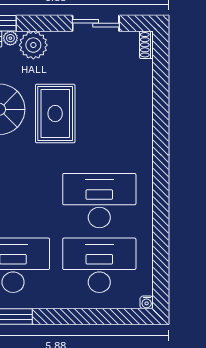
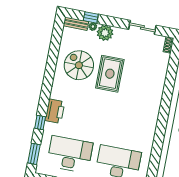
desk: (99, 201) -> (125, 127), removed

